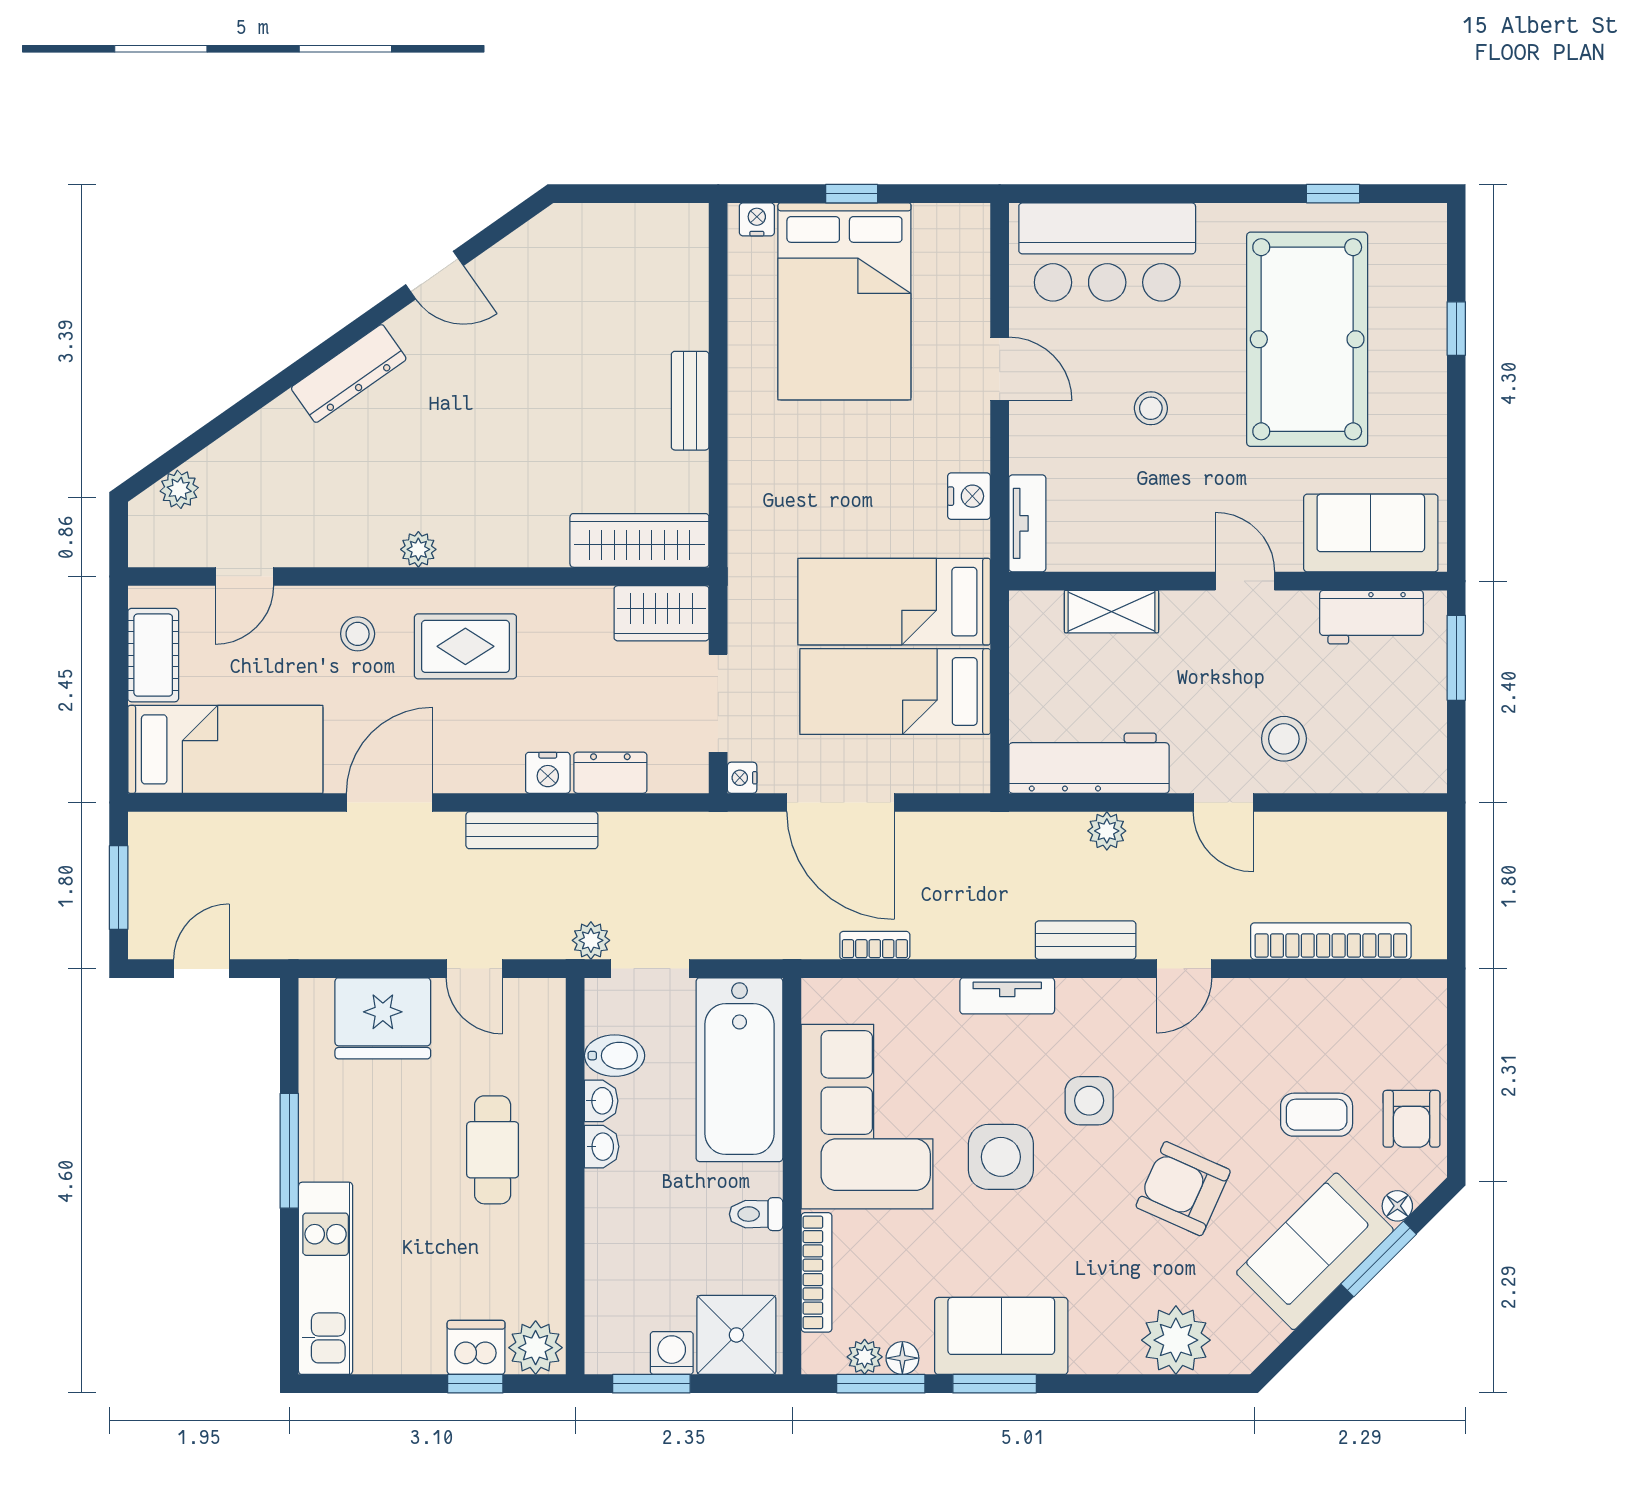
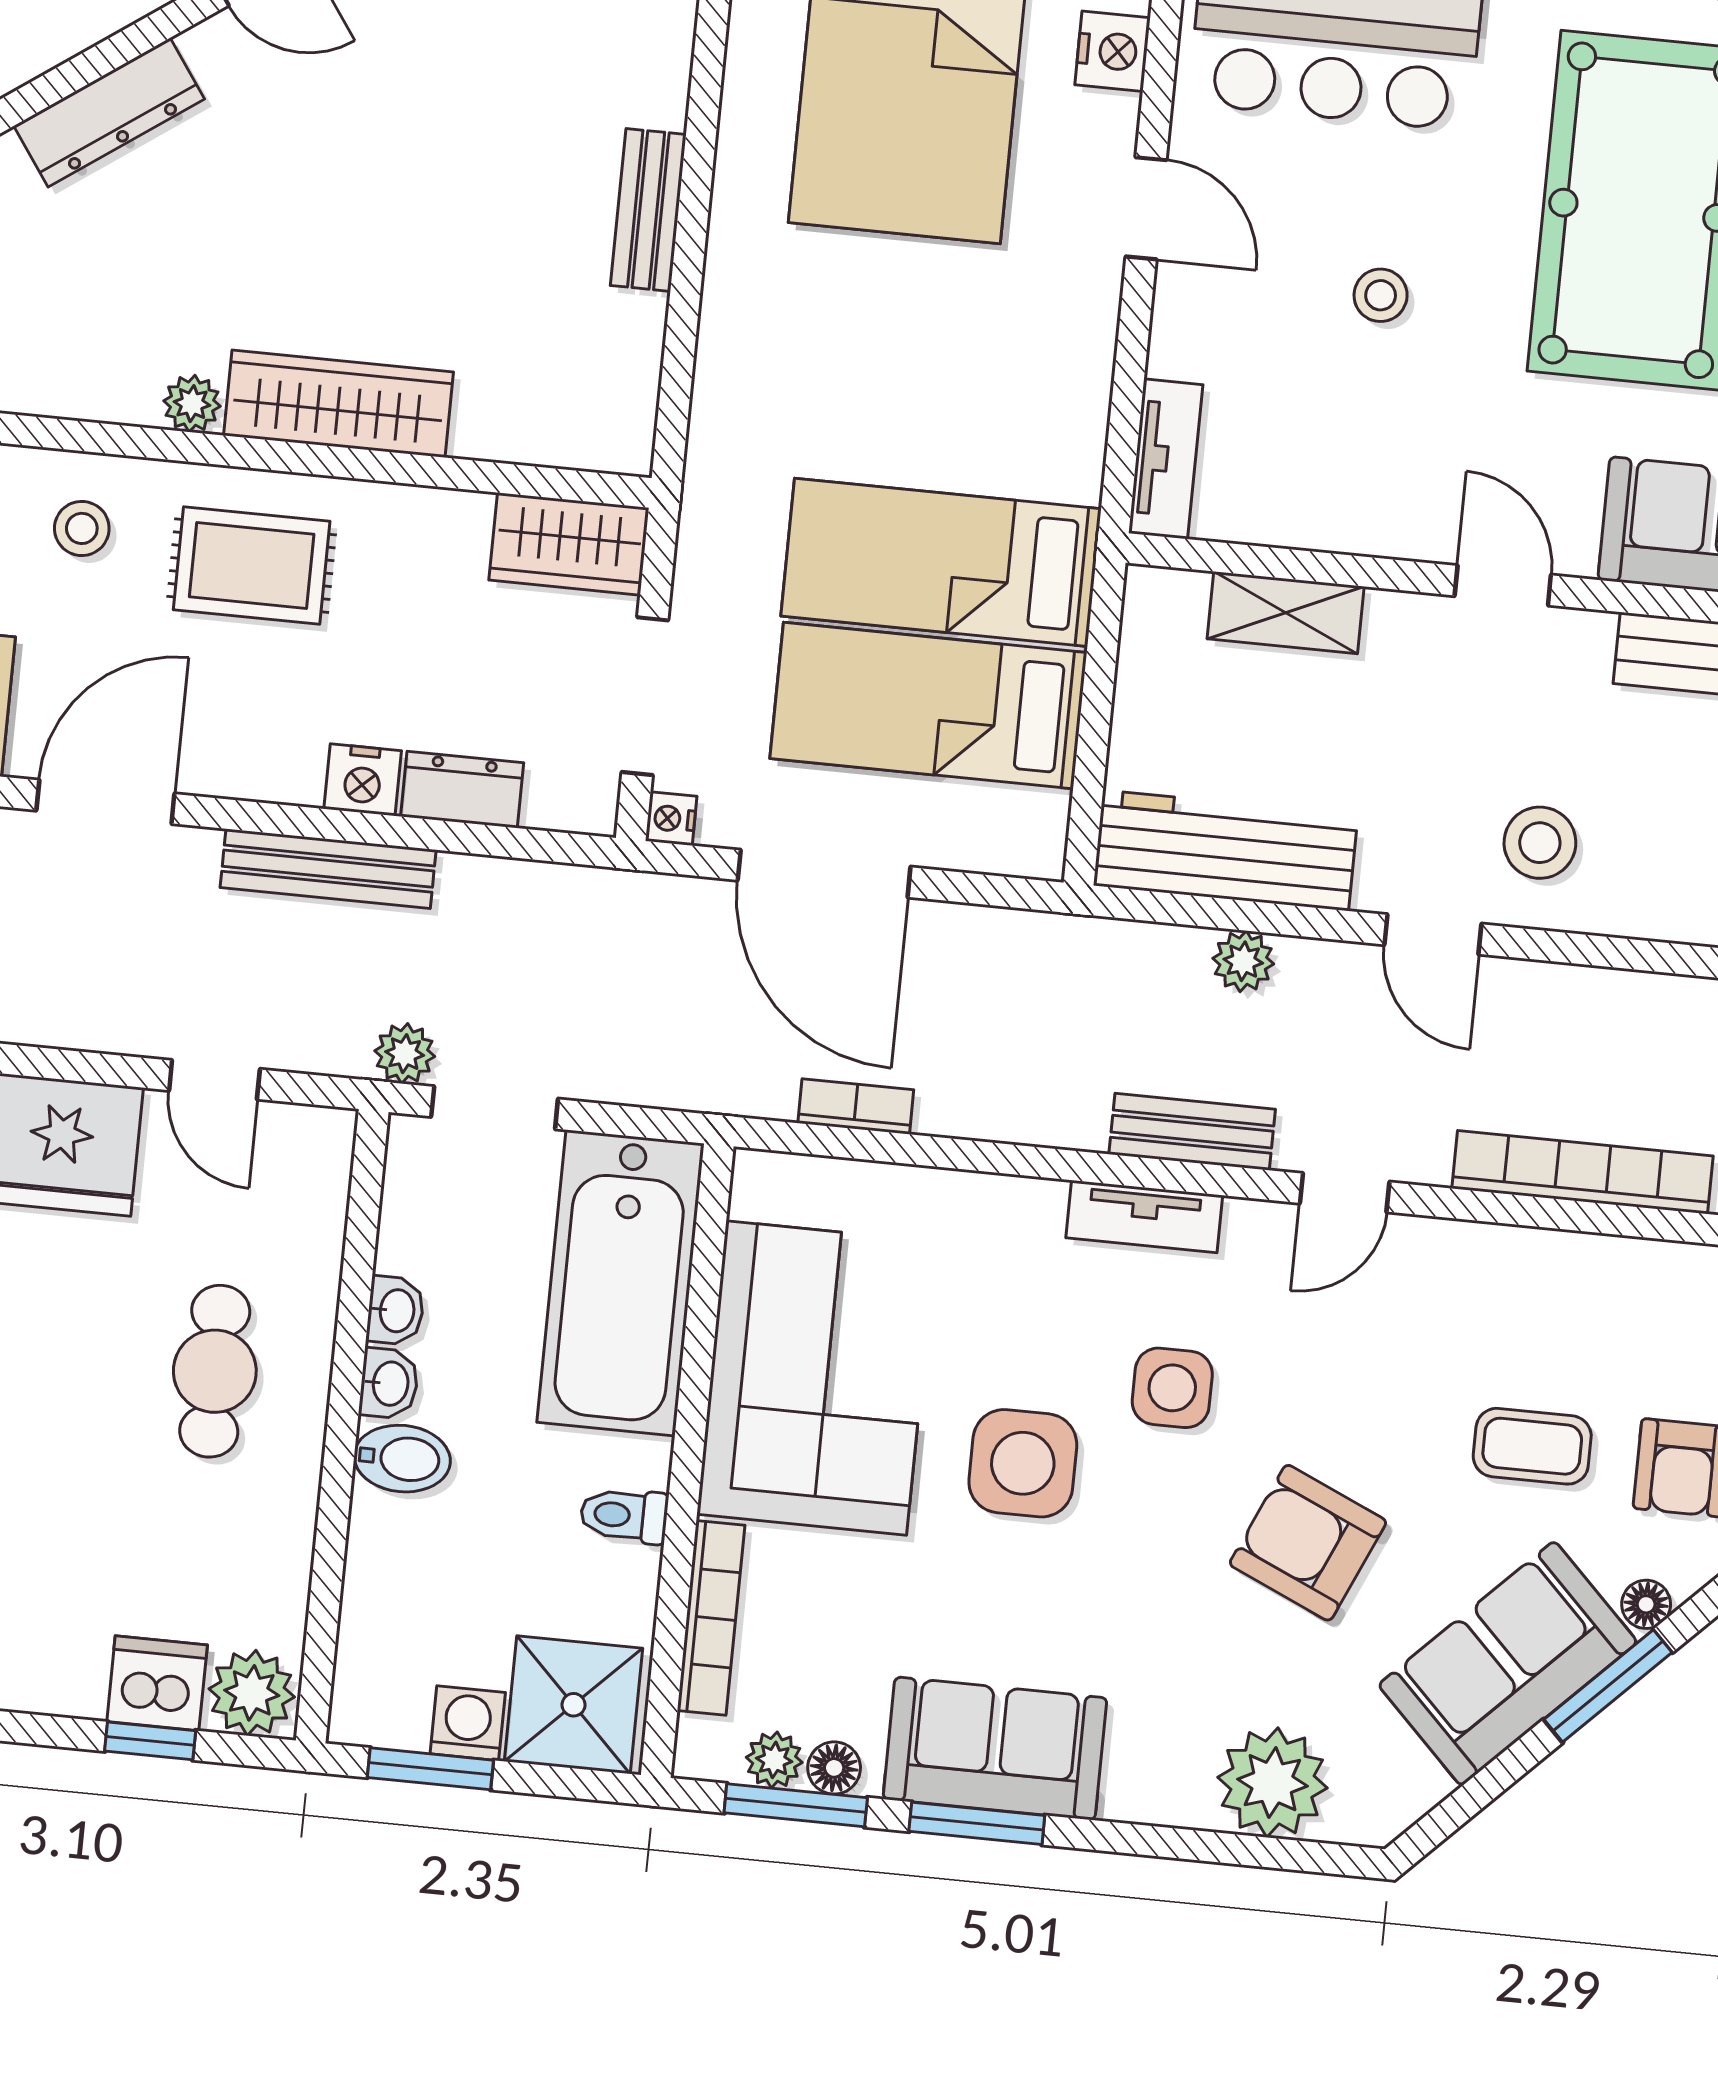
nightstand: (969, 496) -> (1113, 51), moved
wardrobe: (639, 540) -> (338, 404), moved
tv unit: (1007, 996) -> (1144, 1216), moved
bidet: (615, 1056) -> (402, 1459), moved

